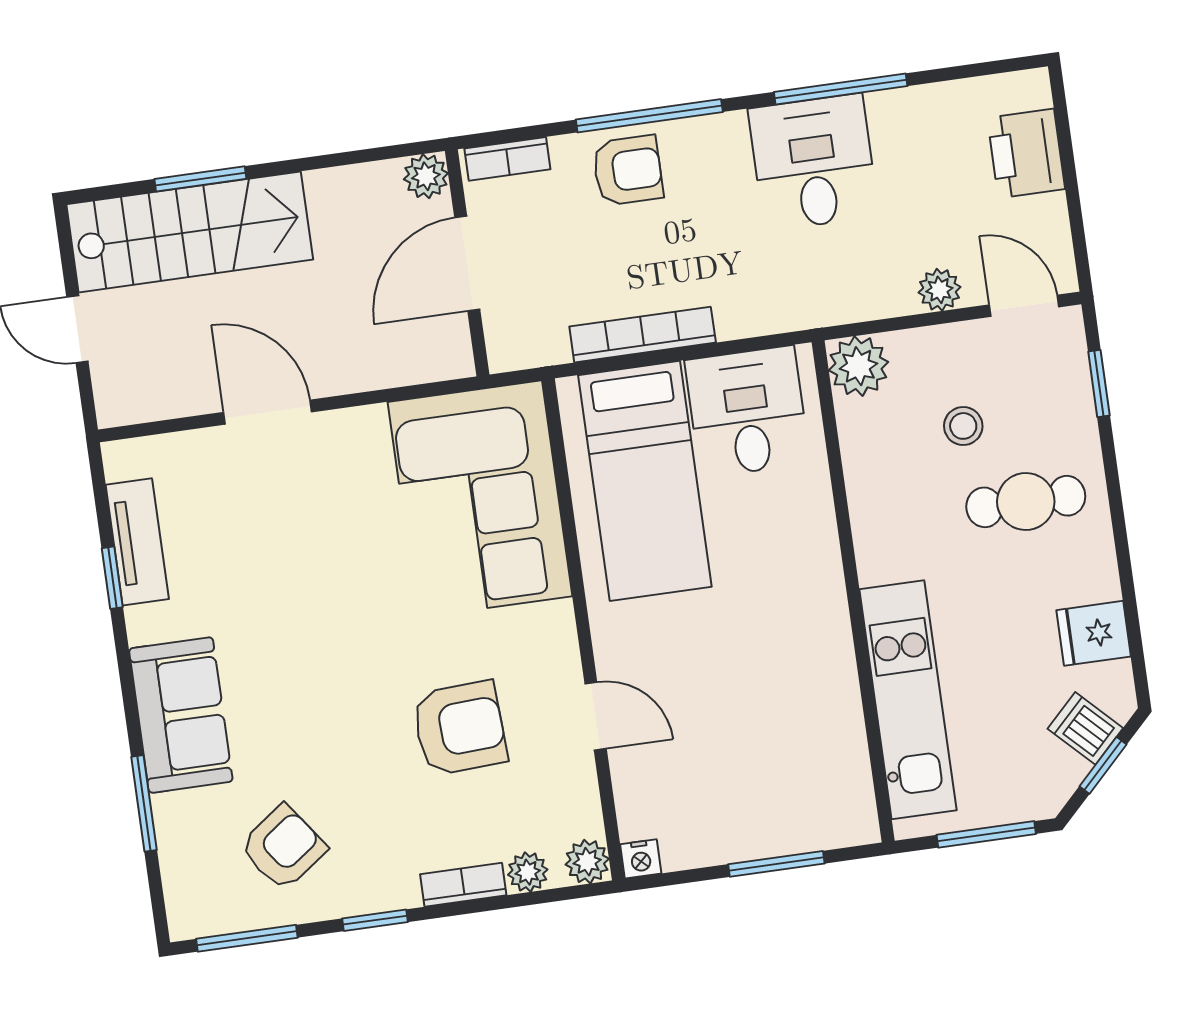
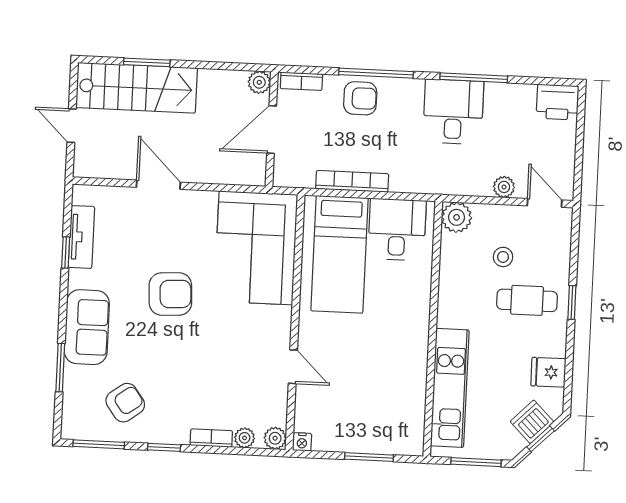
printer: (1026, 153) -> (557, 102), moved, turned -90
window: (1099, 383) -> (572, 303), moved
armchair: (460, 728) -> (170, 294), moved
dishwasher: (1085, 728) -> (532, 422), width x1.38

